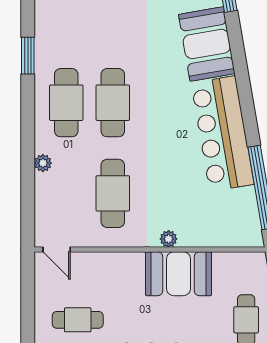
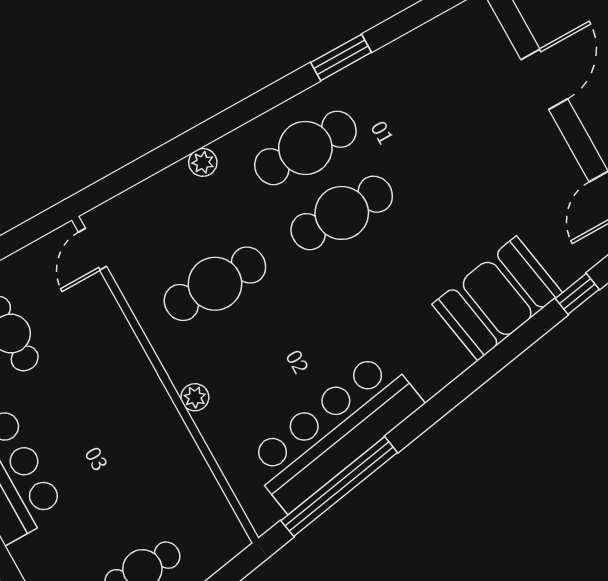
bar counter: (223, 134) -> (334, 431), moved
booth: (179, 274) -> (154, 438), removed

